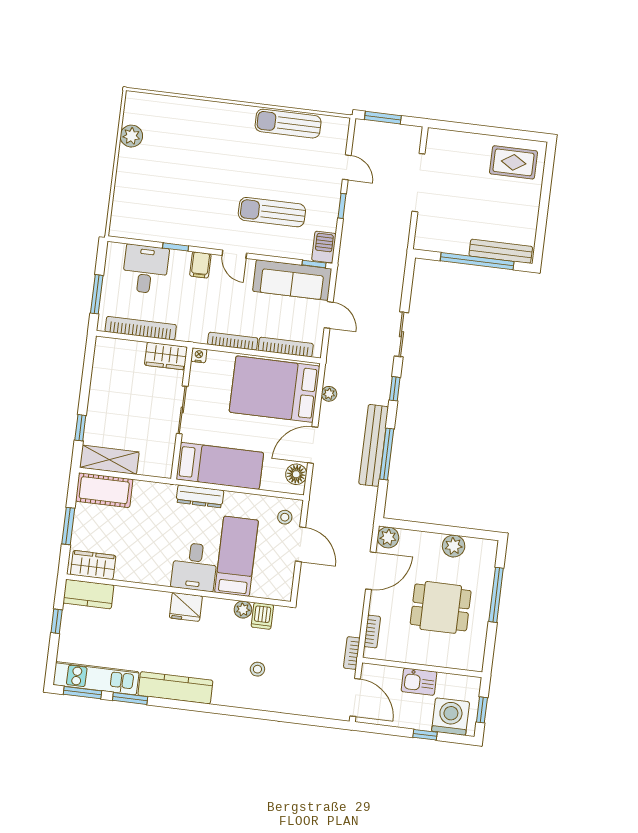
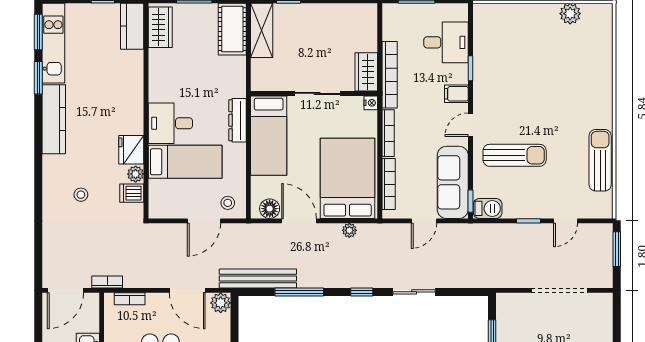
sun lounger: (272, 212) -> (515, 155), turned 90
bookcase: (141, 328) -> (390, 75), moved
bench: (374, 445) -> (258, 279), moved
fridge: (186, 607) -> (131, 150), moved

